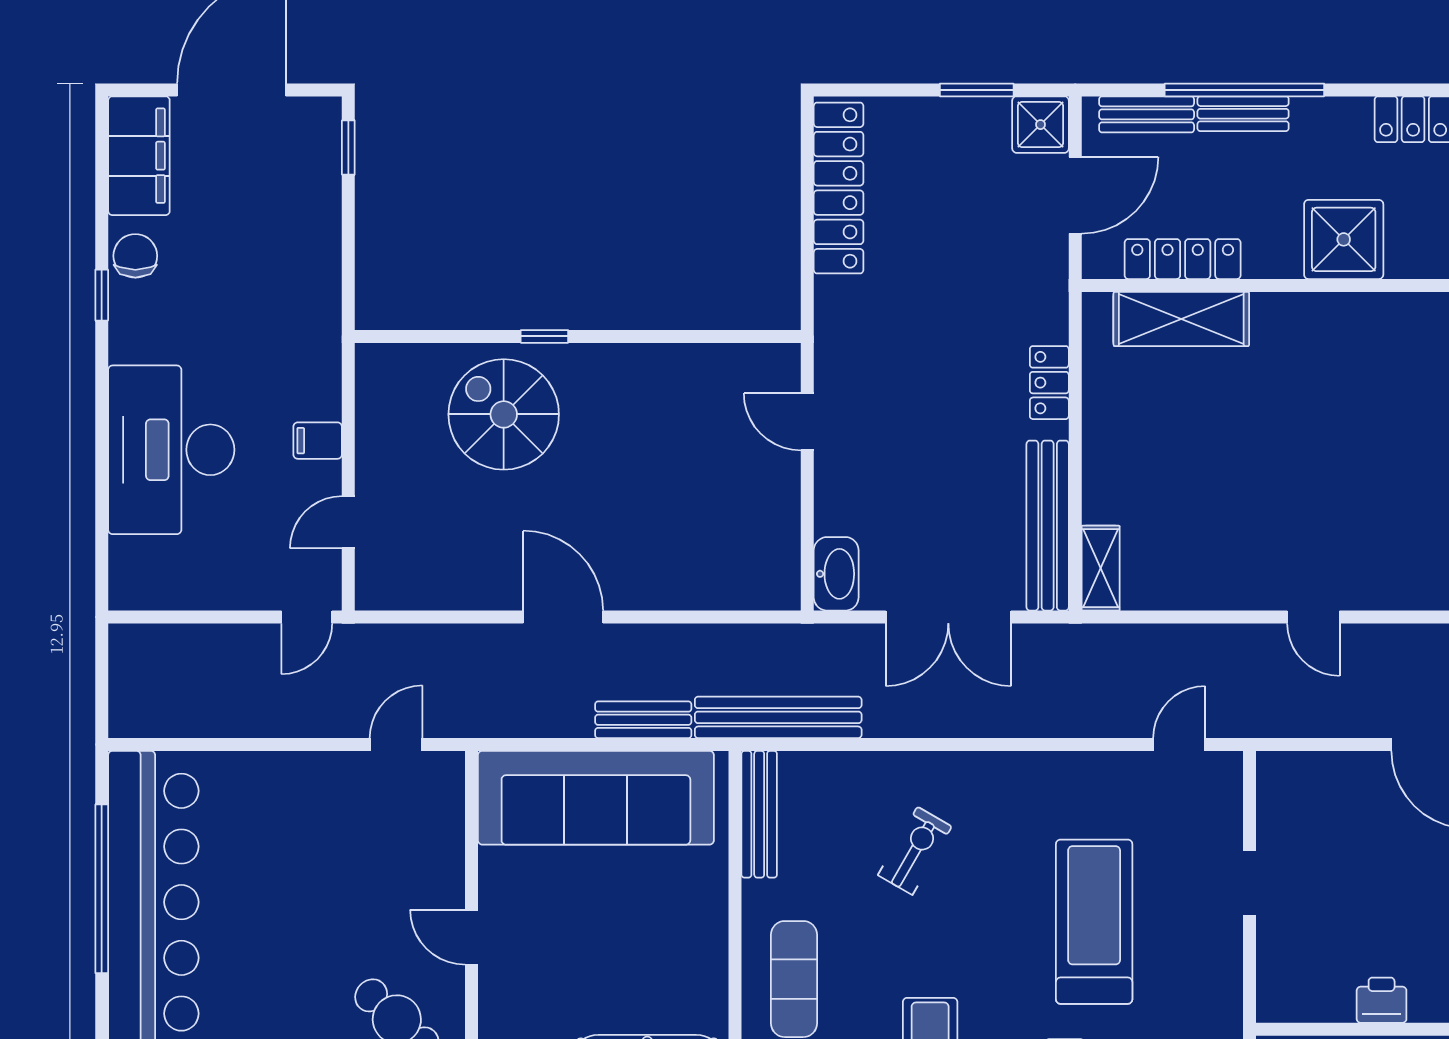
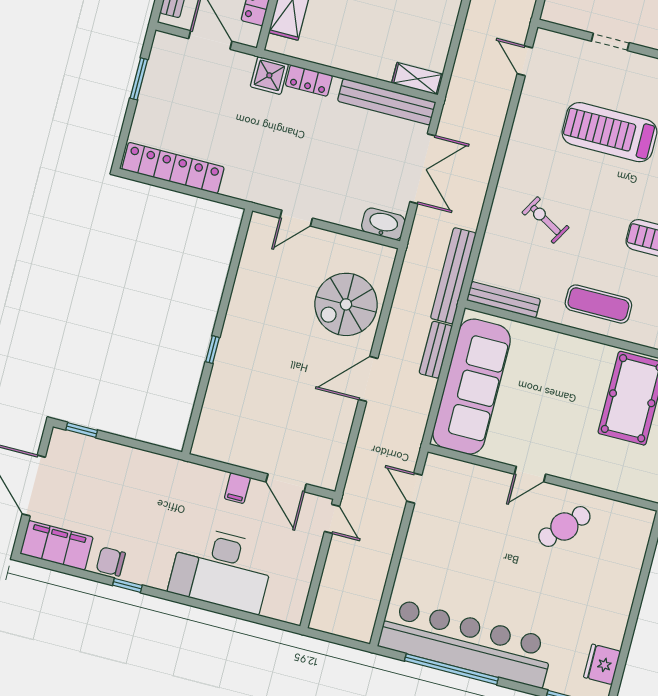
shower: (1040, 125) -> (269, 75), moved
spiral stairs: (504, 414) -> (346, 304), moved
door: (348, 522) -> (286, 483), width x1.37

